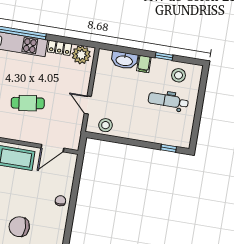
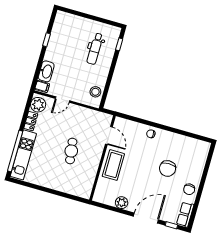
filing cabinet: (144, 64) -> (42, 87), moved
stool: (178, 75) -> (63, 30), removed
dental chair: (168, 101) -> (95, 49), moved
door: (88, 105) -> (63, 100), moved

